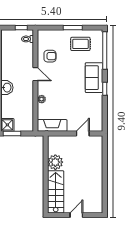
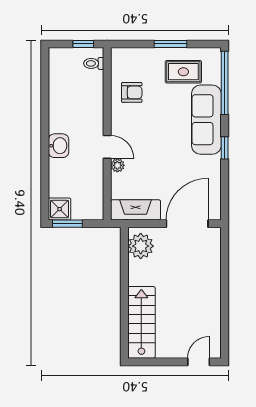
door: (35, 74) -> (107, 147), moved
sofa: (94, 78) -> (206, 120), width x1.36
door: (83, 134) -> (187, 224), width x1.87
plant: (55, 162) -> (141, 246), moved
door: (76, 215) -> (199, 362), moved

